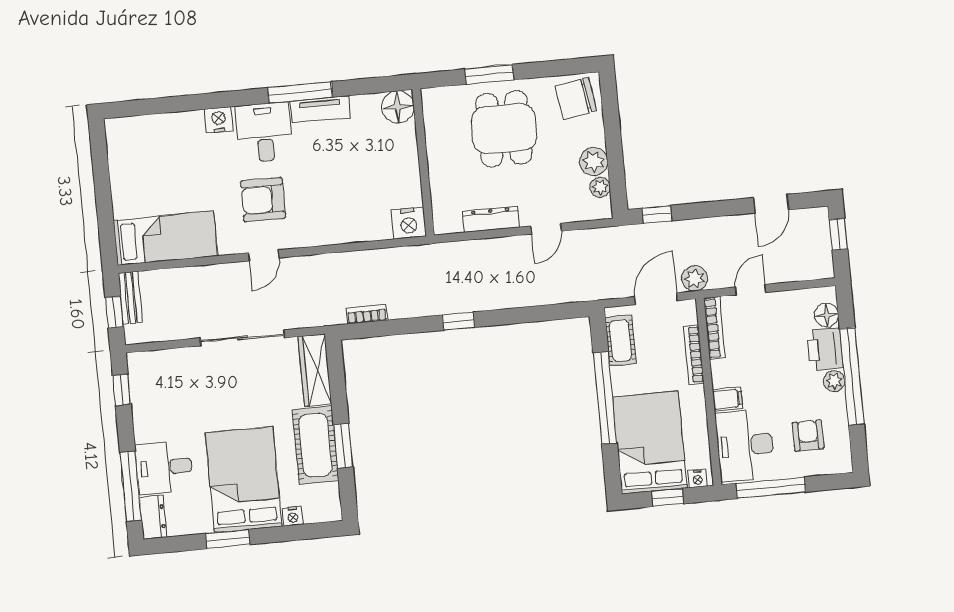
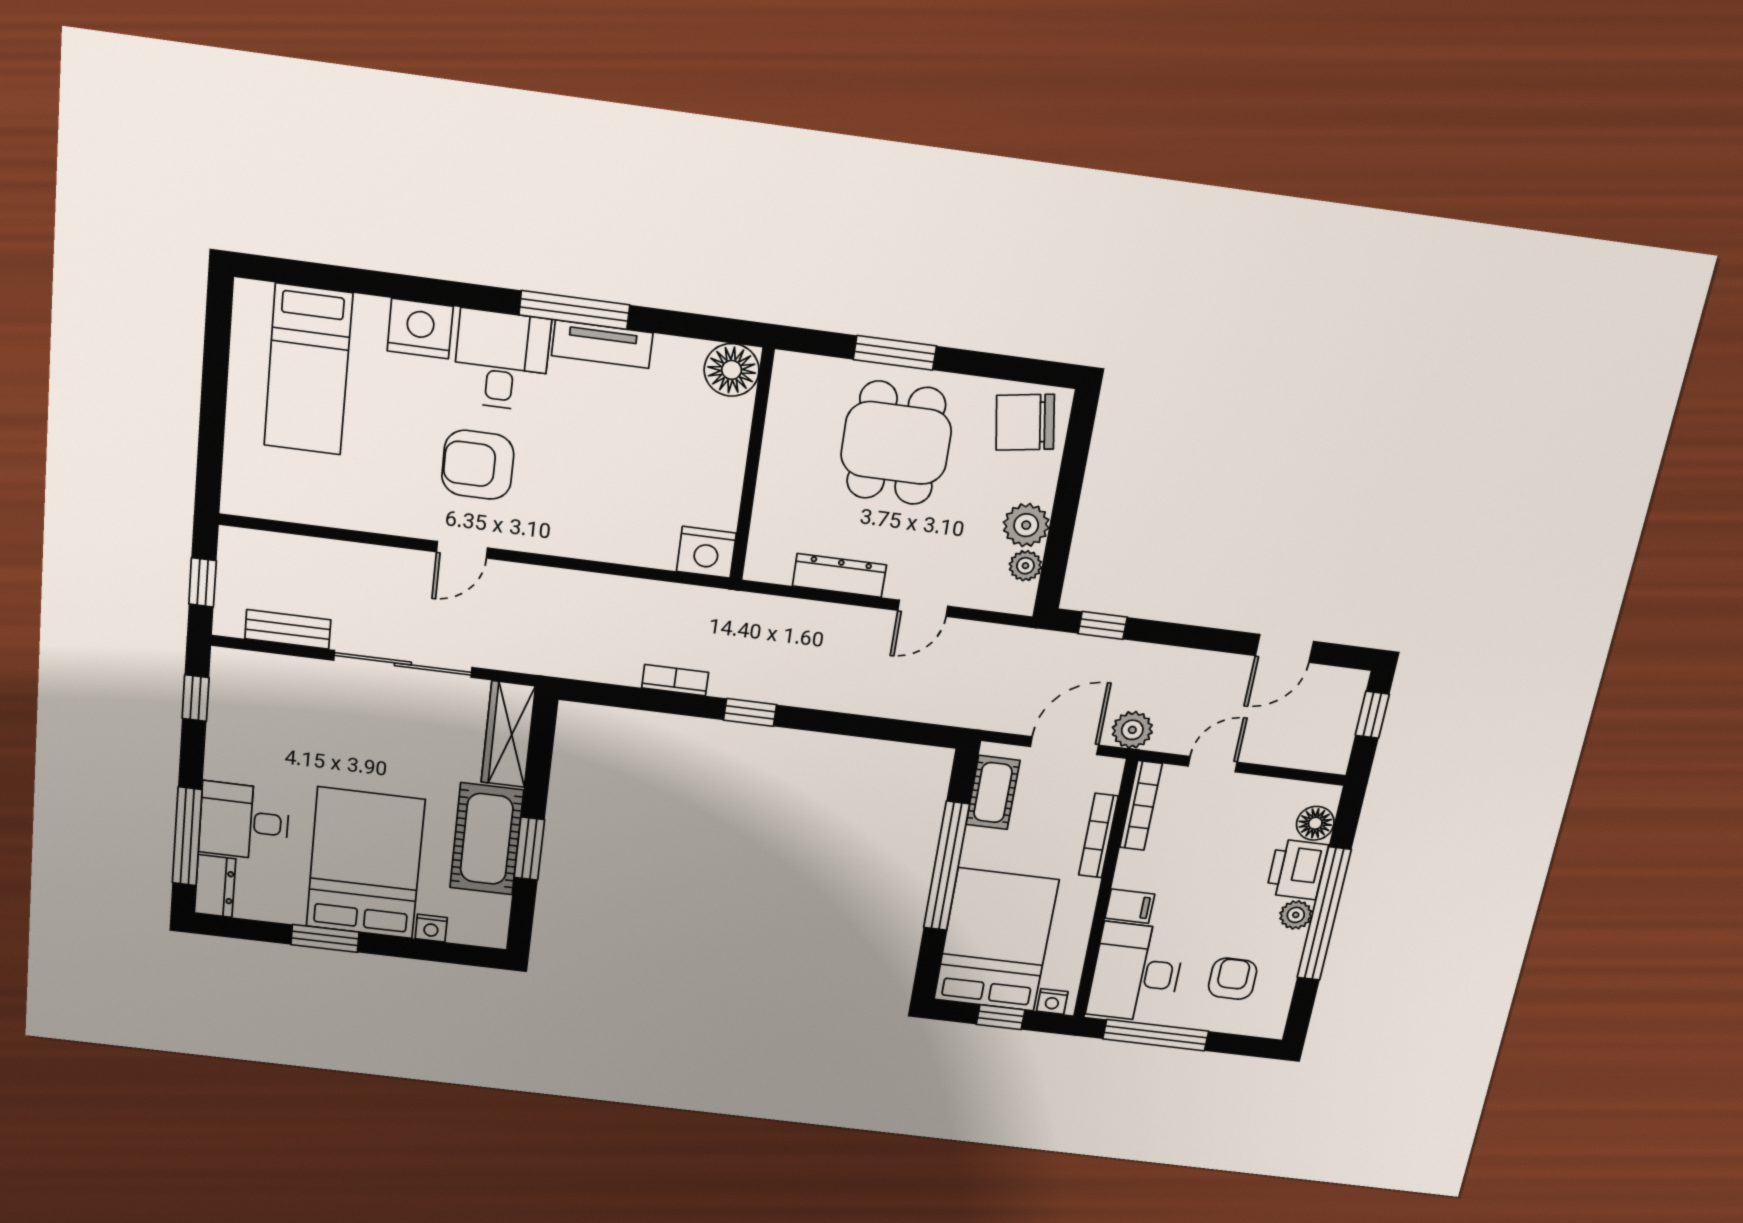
nightstand: (219, 120) -> (420, 329), width x1.36, depth x1.33
bed: (165, 238) -> (308, 370), moved, turned 90
bench: (130, 298) -> (288, 629), moved, turned 90
bookcase: (367, 314) -> (675, 680), moved

